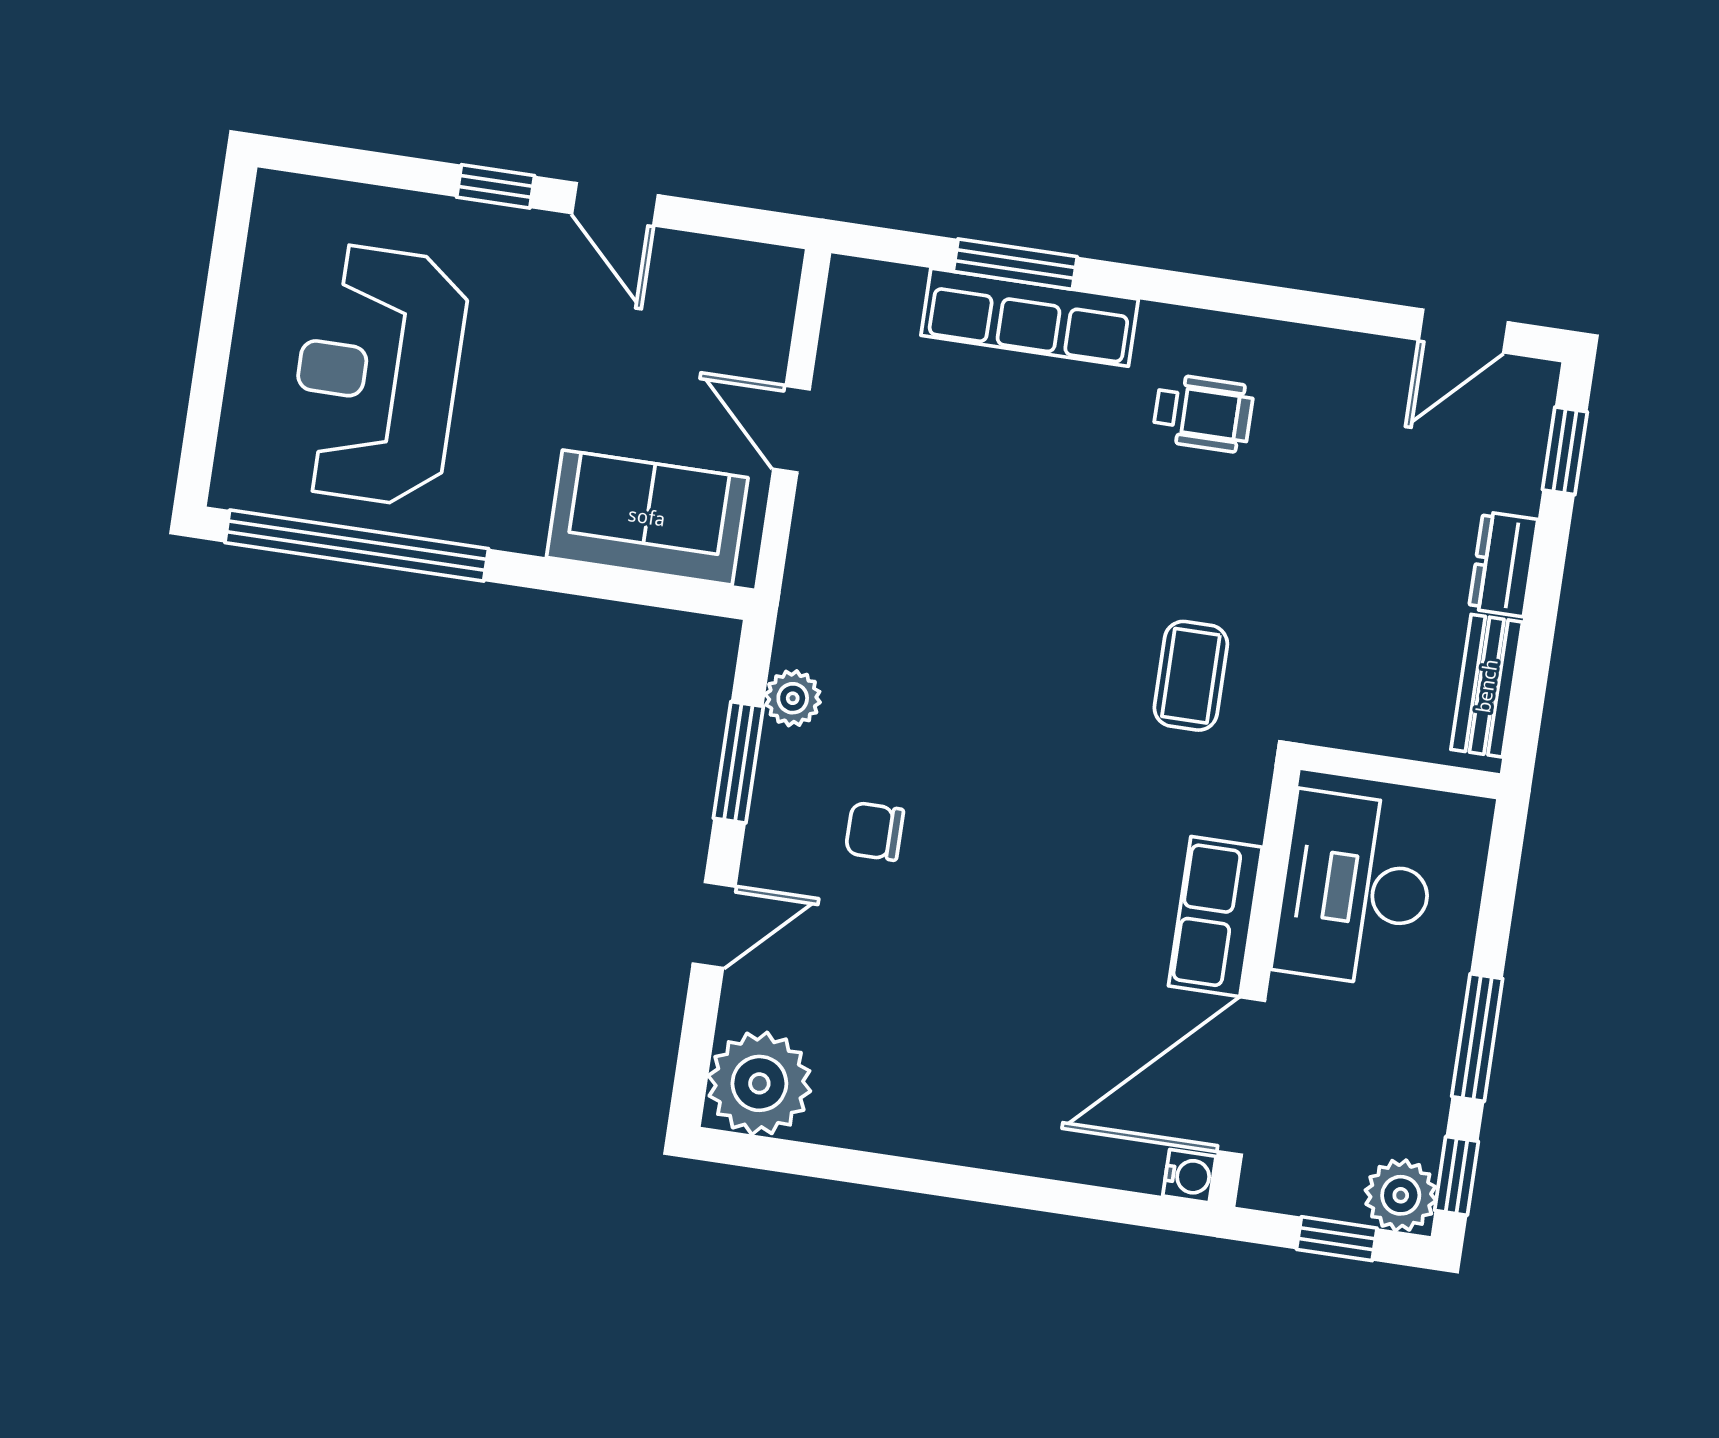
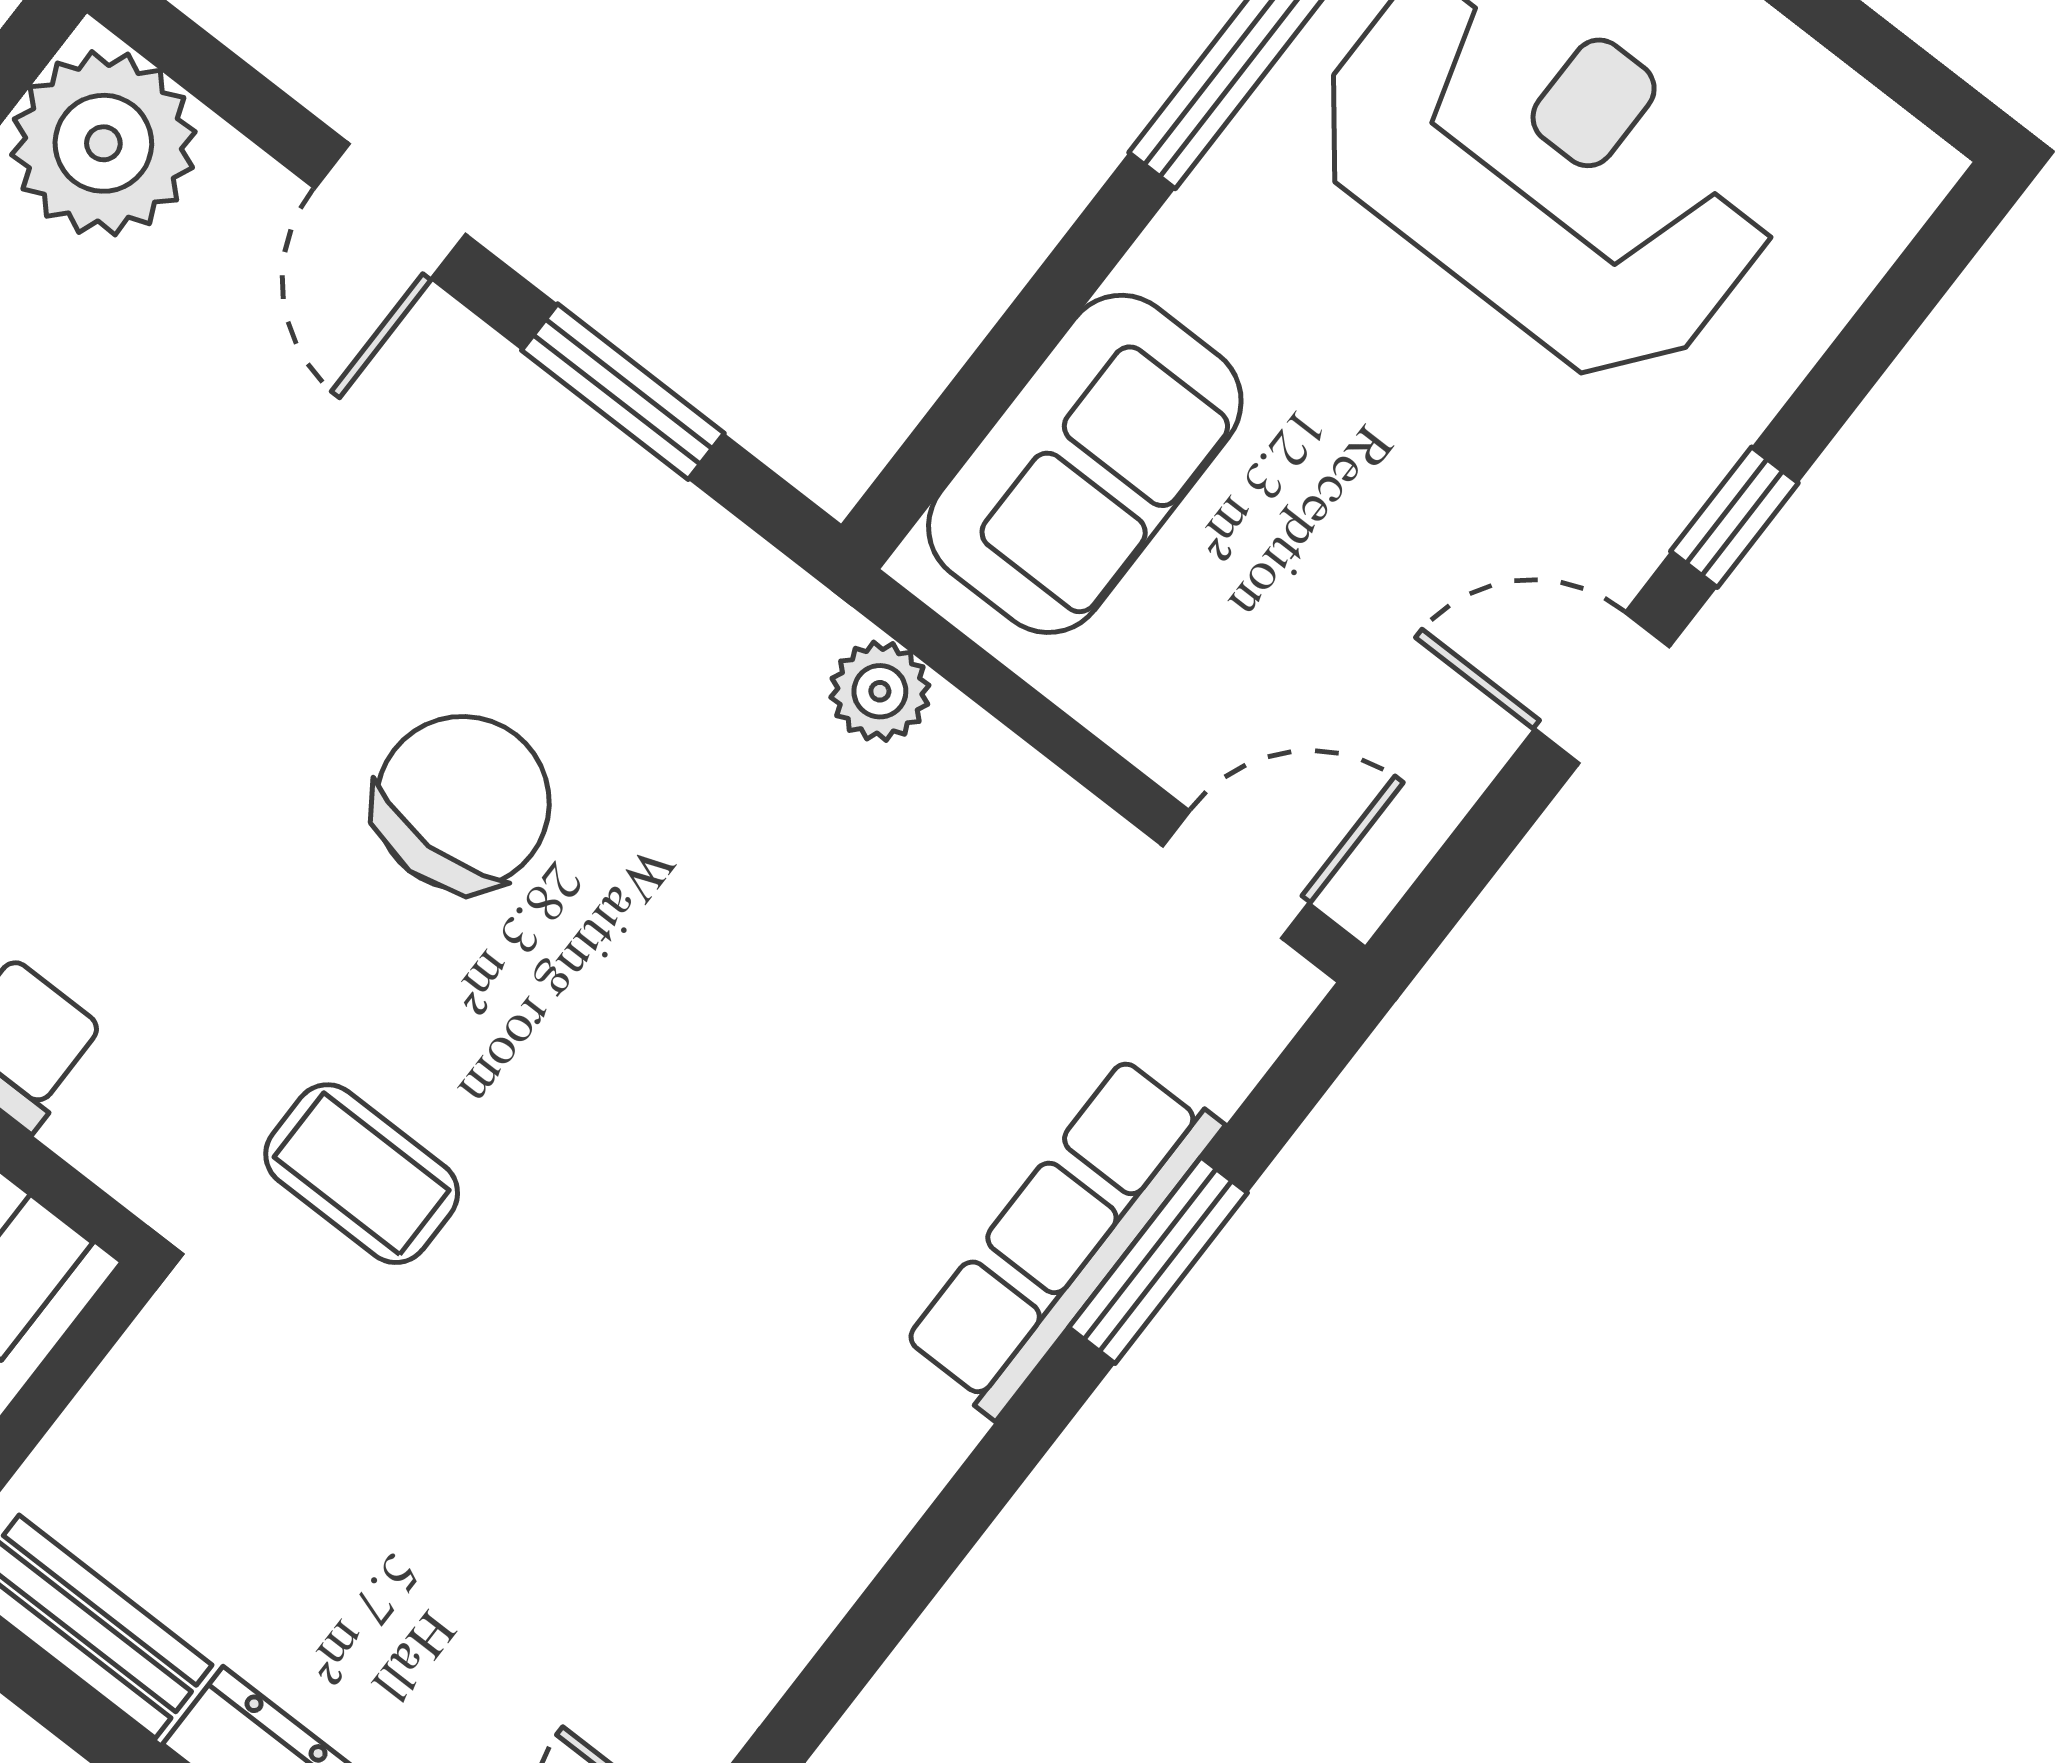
wheelchair: (1203, 413) -> (761, 1423), removed
door: (792, 429) -> (1236, 875), moved
plant: (793, 698) -> (880, 691), moved
chair: (875, 831) -> (463, 803), moved, width x1.87, depth x1.87

